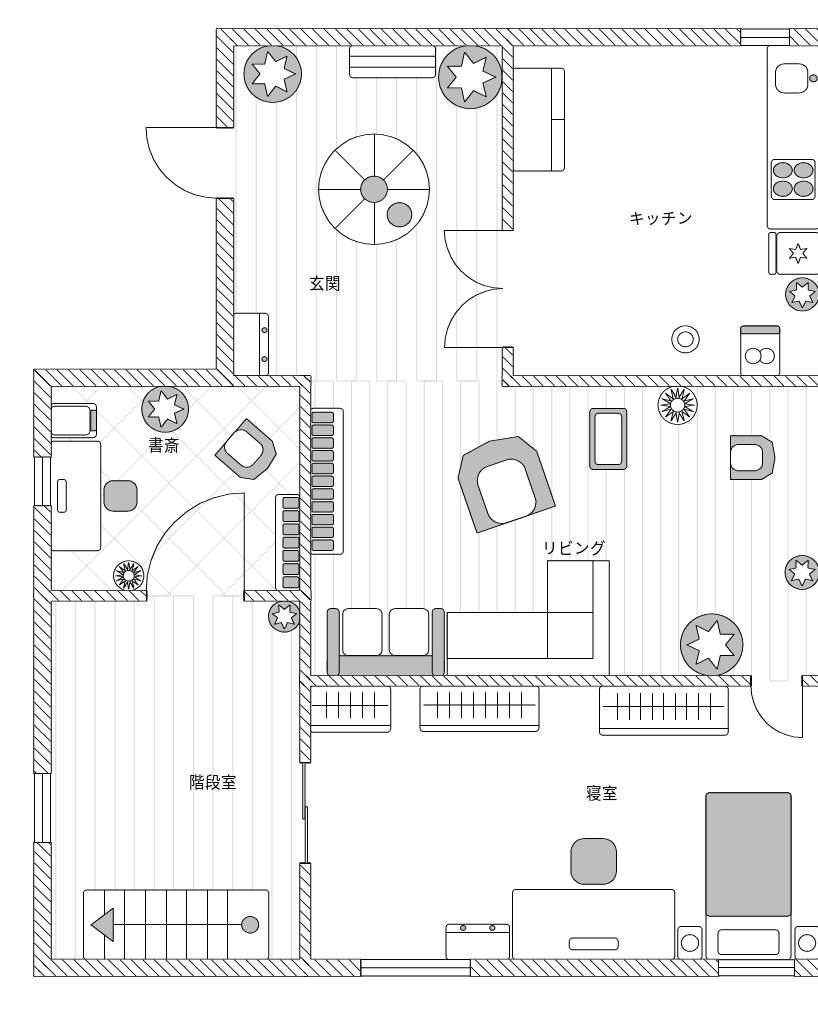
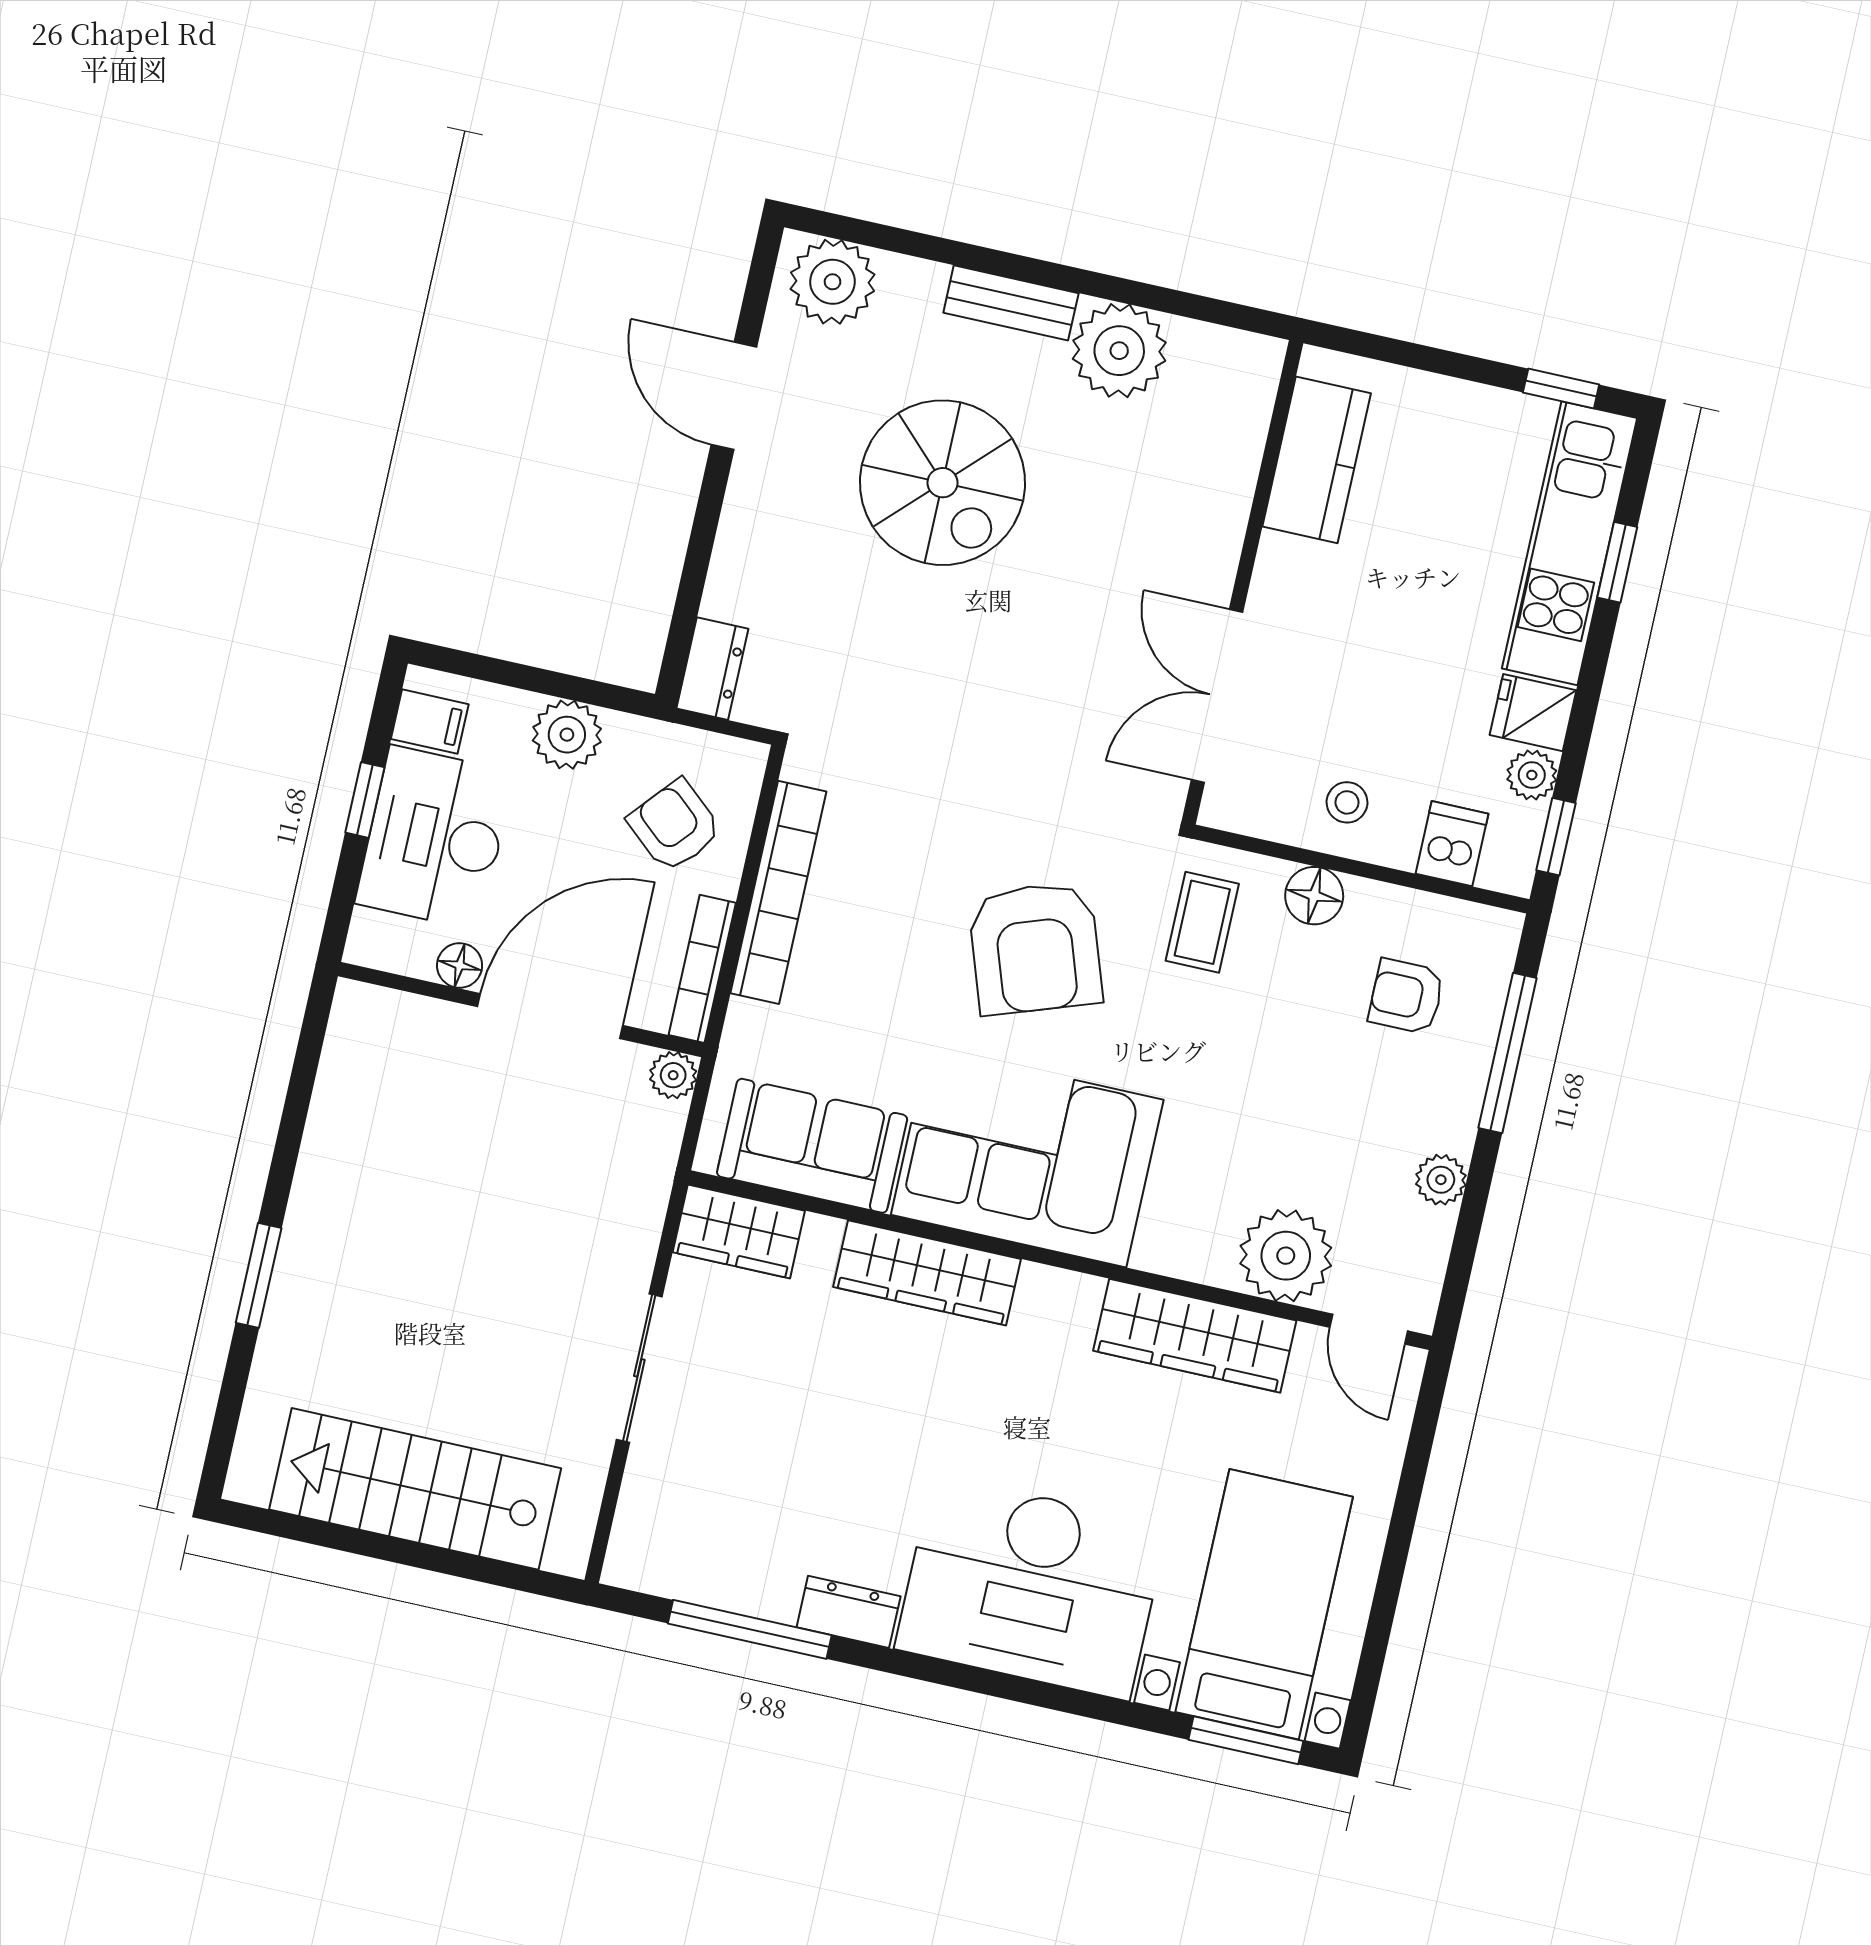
kitchen counter: (538, 120) -> (1317, 460), moved
wall: (508, 211) -> (1242, 582), moved
double door: (508, 289) -> (1217, 696), moved

